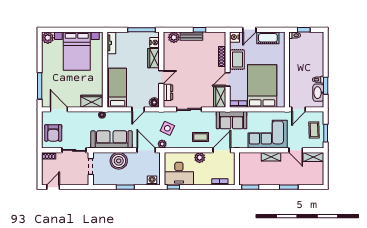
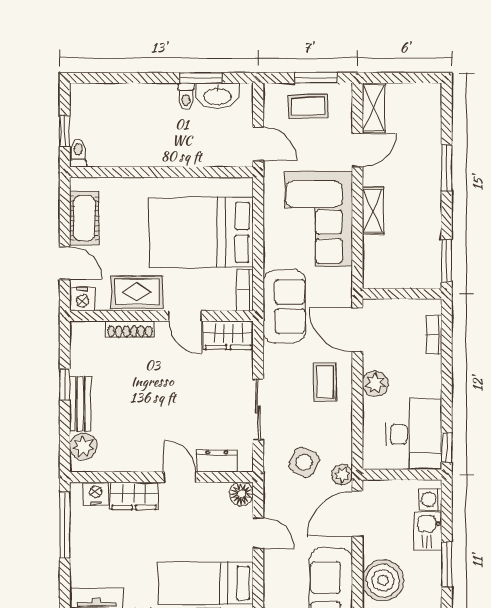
kitchen sink: (139, 179) -> (428, 531), added

